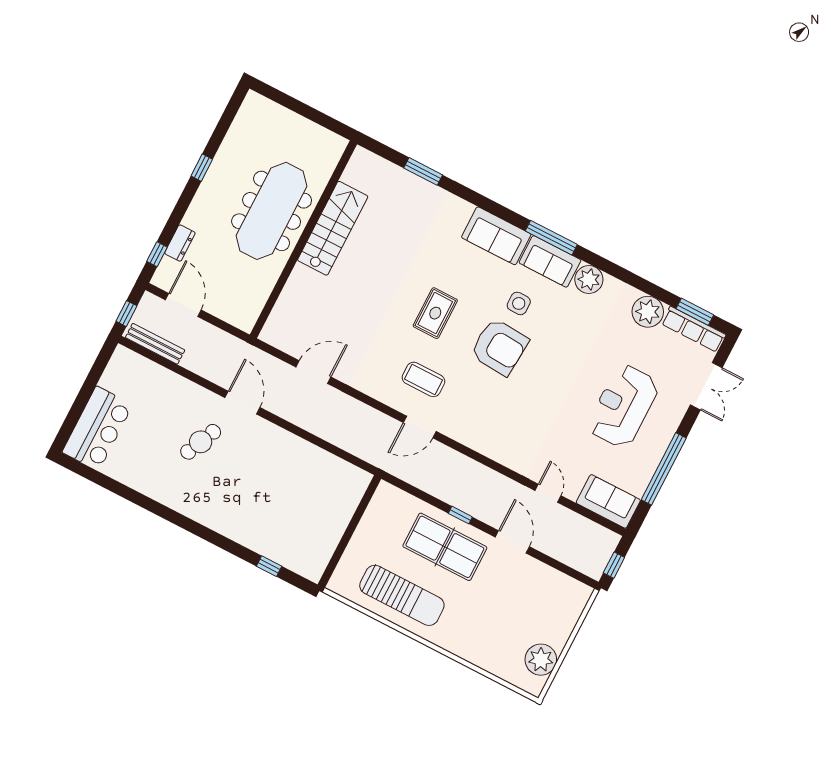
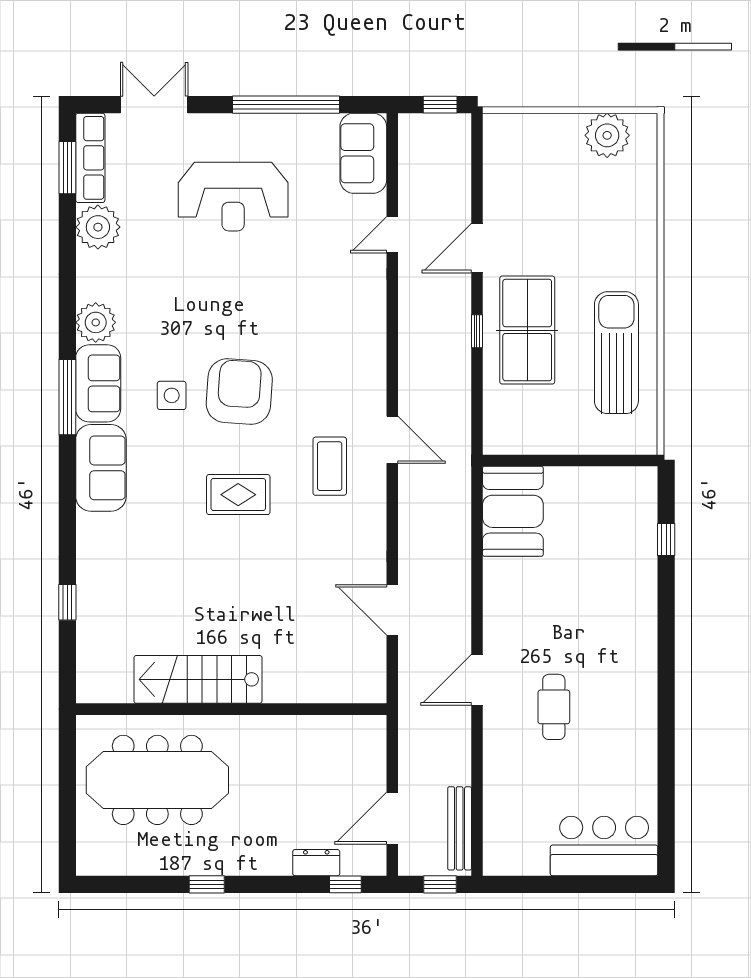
window: (423, 171) -> (67, 602), width x0.67
meeting table: (272, 211) -> (157, 780), moved
cafe table: (201, 442) -> (554, 707), turned 66
booth: (336, 479) -> (513, 511), added

